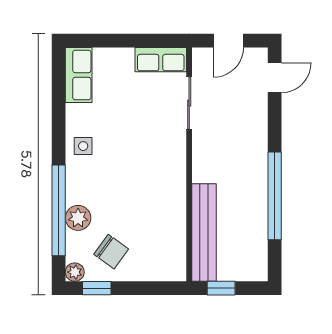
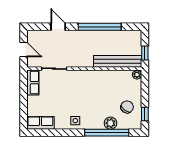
door: (275, 78) -> (58, 27), moved
plant: (75, 272) -> (137, 75), moved

